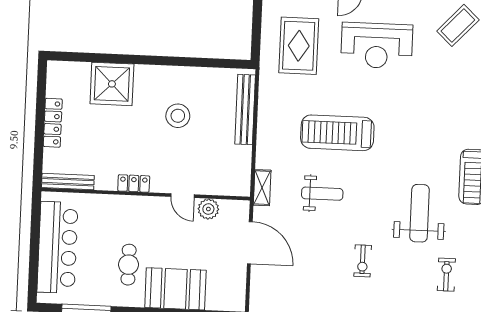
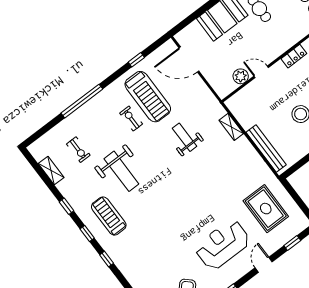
treadmill: (337, 133) -> (148, 97), moved, turned 90
shelving: (262, 188) -> (231, 127), moved
weight bench: (322, 194) -> (185, 137), turned 90
door: (250, 243) -> (189, 59), moved

